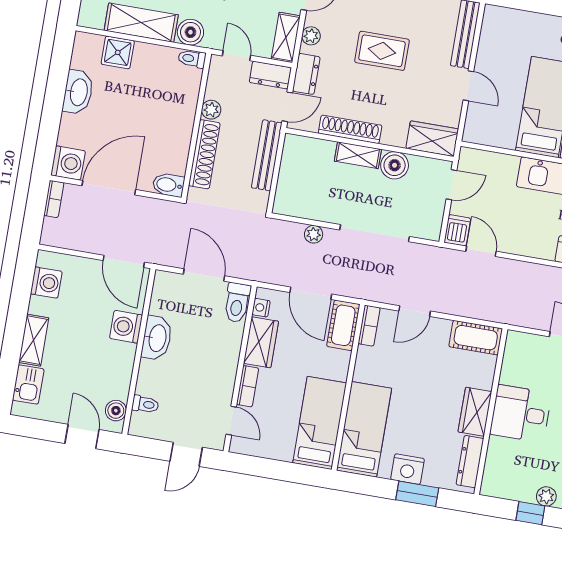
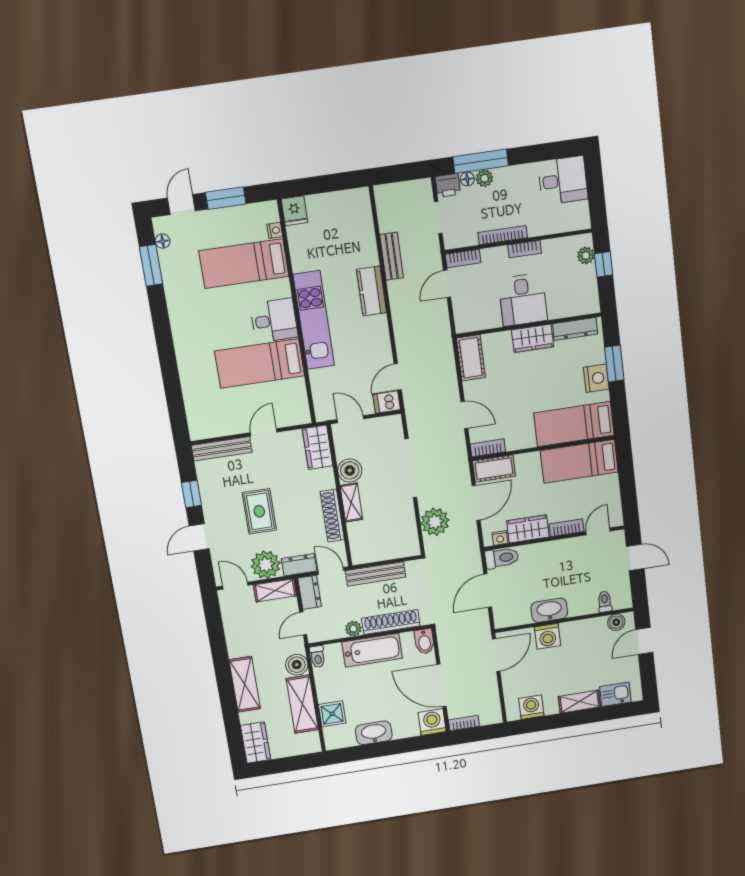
plant: (311, 36) -> (266, 565), width x1.88, depth x1.88
bathtub: (178, 122) -> (372, 650), added
plant: (314, 234) -> (435, 522), width x1.88, depth x1.88

